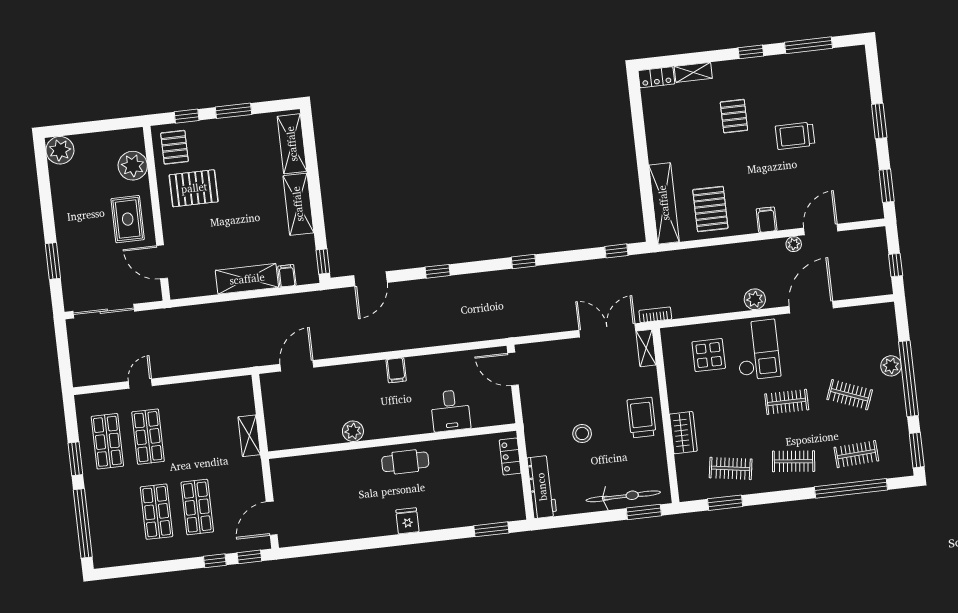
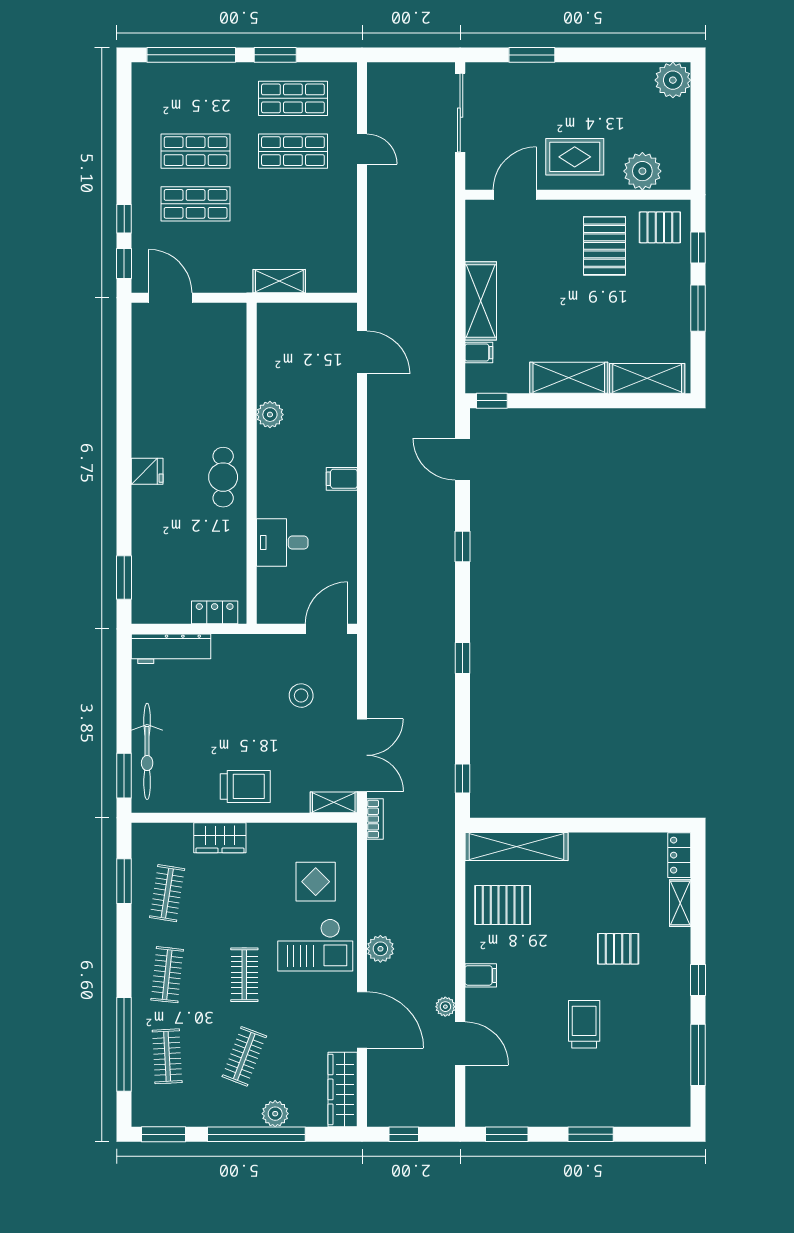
wardrobe: (866, 316) -> (343, 1089), added
stool: (582, 433) -> (301, 696), moved

